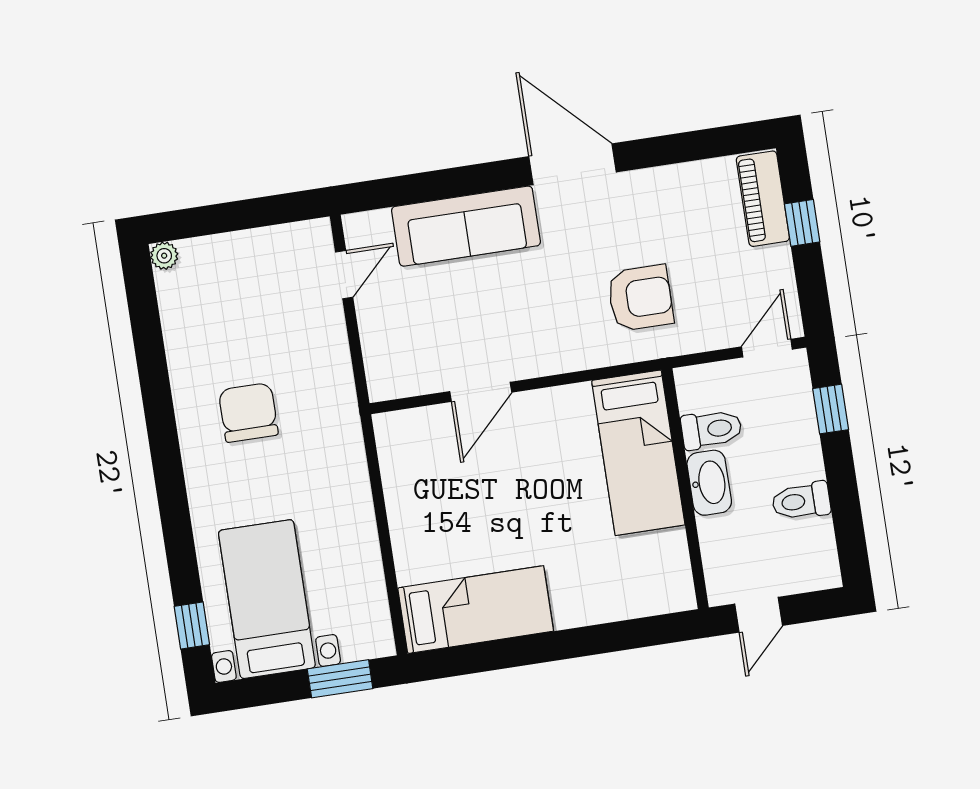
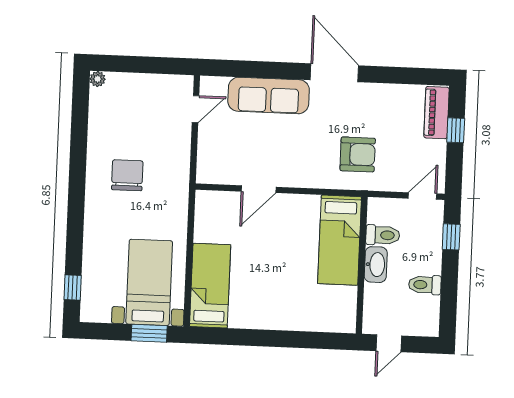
bed with nightstands: (267, 599) -> (149, 282), moved
bed: (476, 610) -> (210, 286), moved, turned -90

